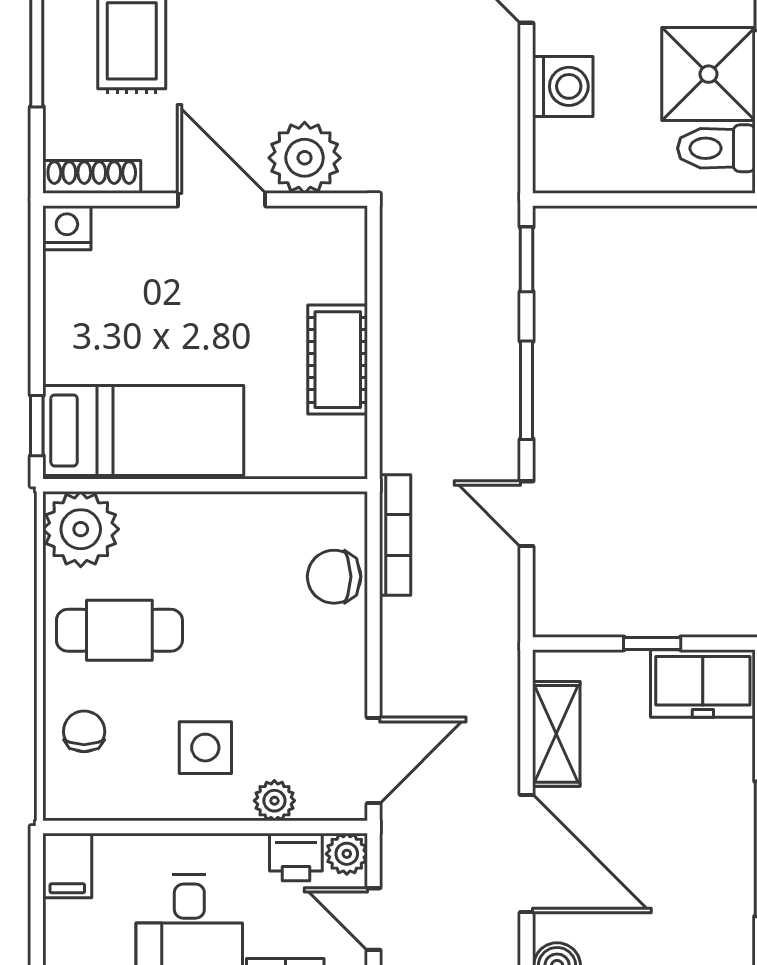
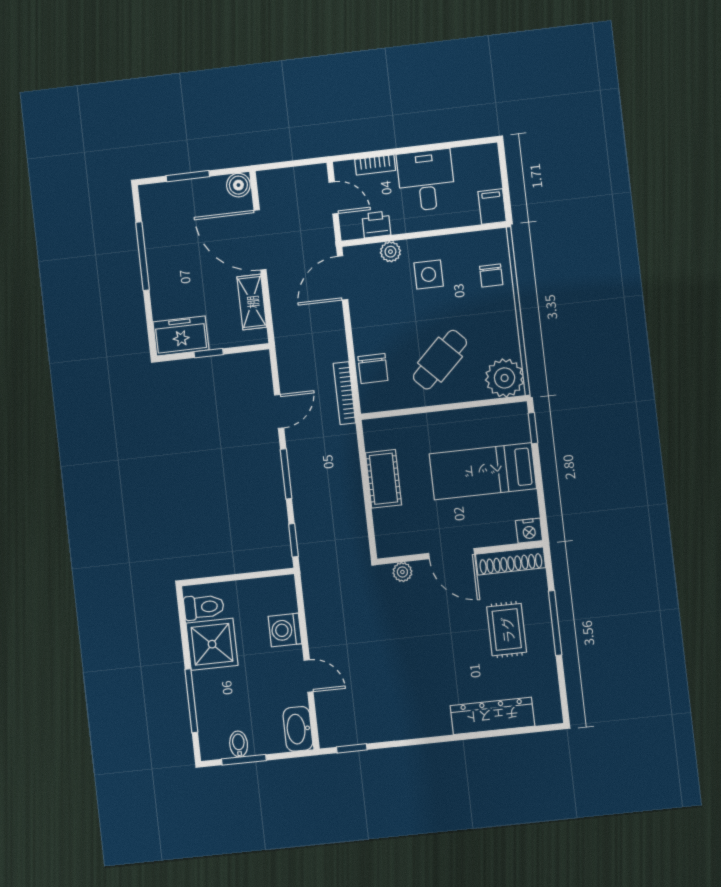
plant: (305, 158) -> (402, 572), width x0.53, depth x0.53
shoe rack: (92, 177) -> (511, 561), width x1.36, depth x1.24
bed: (143, 430) -> (483, 471), moved
door: (527, 514) -> (279, 411), hinge flipped
chair: (334, 577) -> (373, 368), turned 90
cafe table: (119, 630) -> (440, 360), moved, turned -44
plant: (347, 854) -> (351, 229), removed

